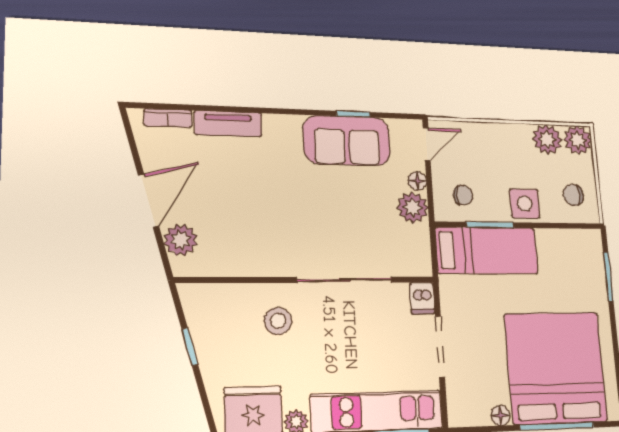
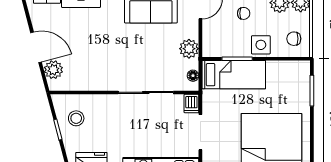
floor lamp: (417, 181) -> (193, 76), moved
chair: (463, 195) -> (244, 13), moved
door: (148, 201) -> (36, 47), hinge flipped
stool: (278, 321) -> (76, 118), moved

